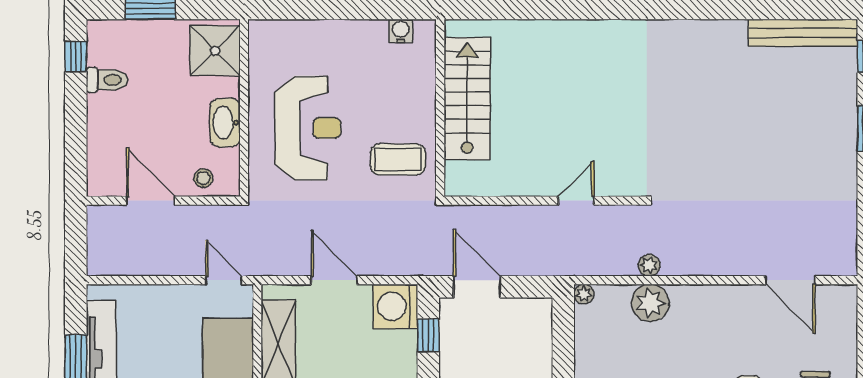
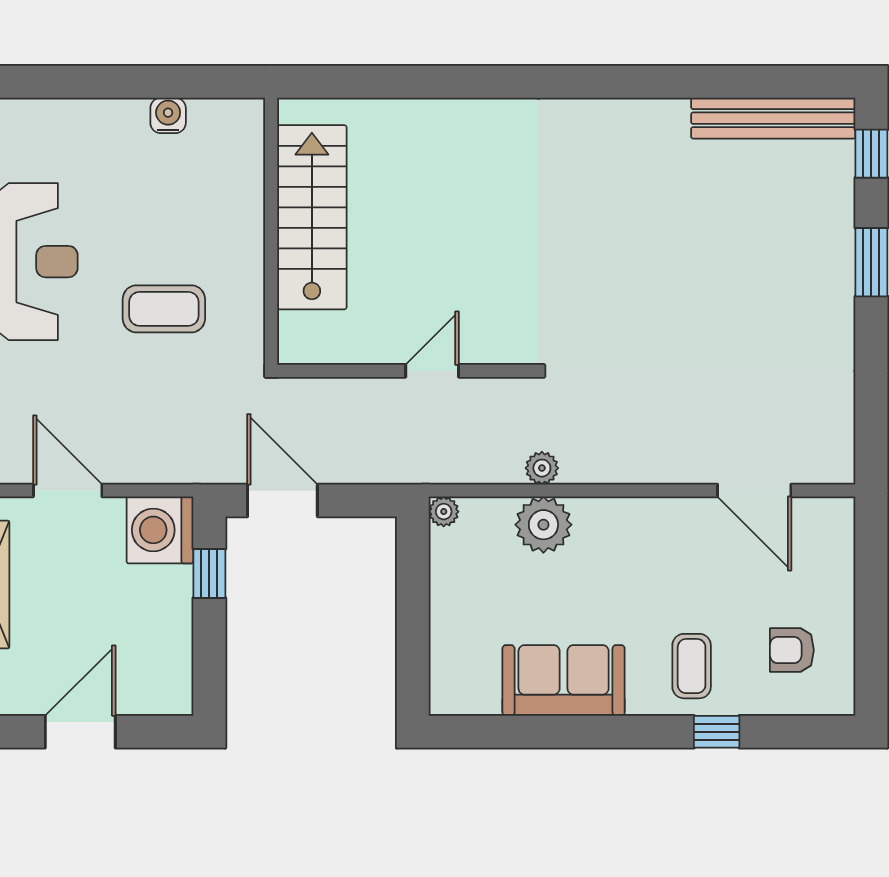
stairs: (467, 99) -> (312, 217), moved
wall: (440, 108) -> (271, 231), moved

